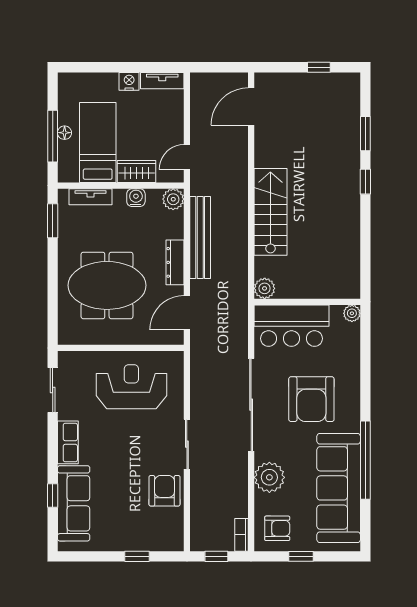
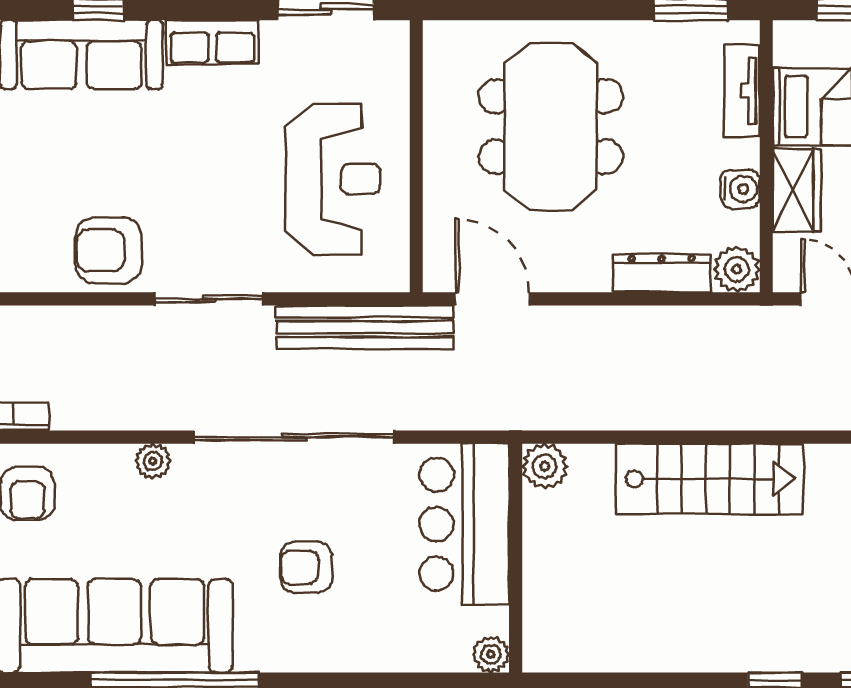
bench: (200, 237) -> (365, 327), moved
dresser: (175, 262) -> (662, 273), moved
armchair: (311, 399) -> (306, 567), width x0.53, depth x0.53
plant: (269, 477) -> (153, 461), width x0.53, depth x0.53
armchair: (164, 491) -> (108, 250), turned 180

